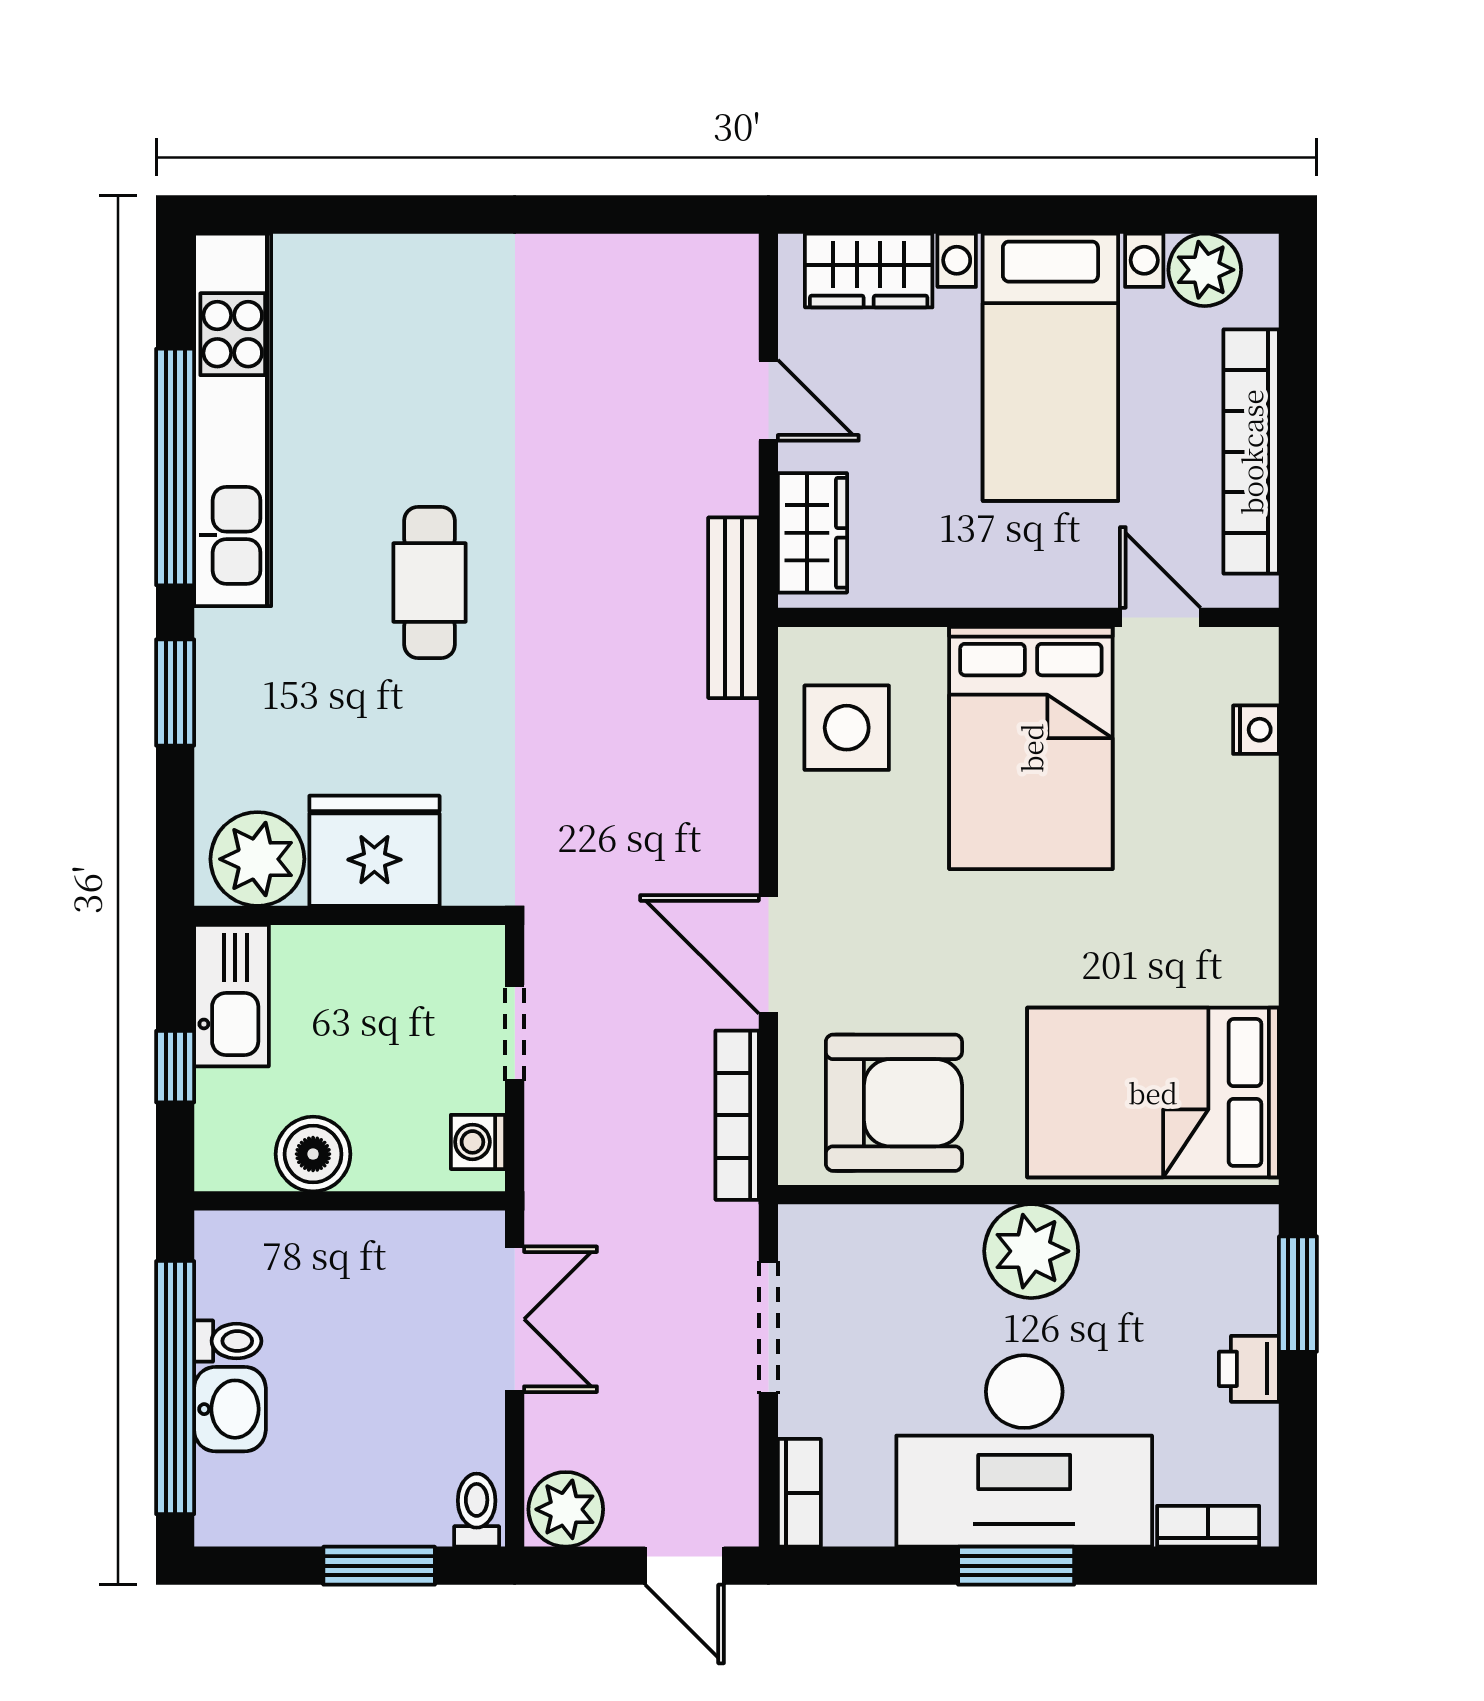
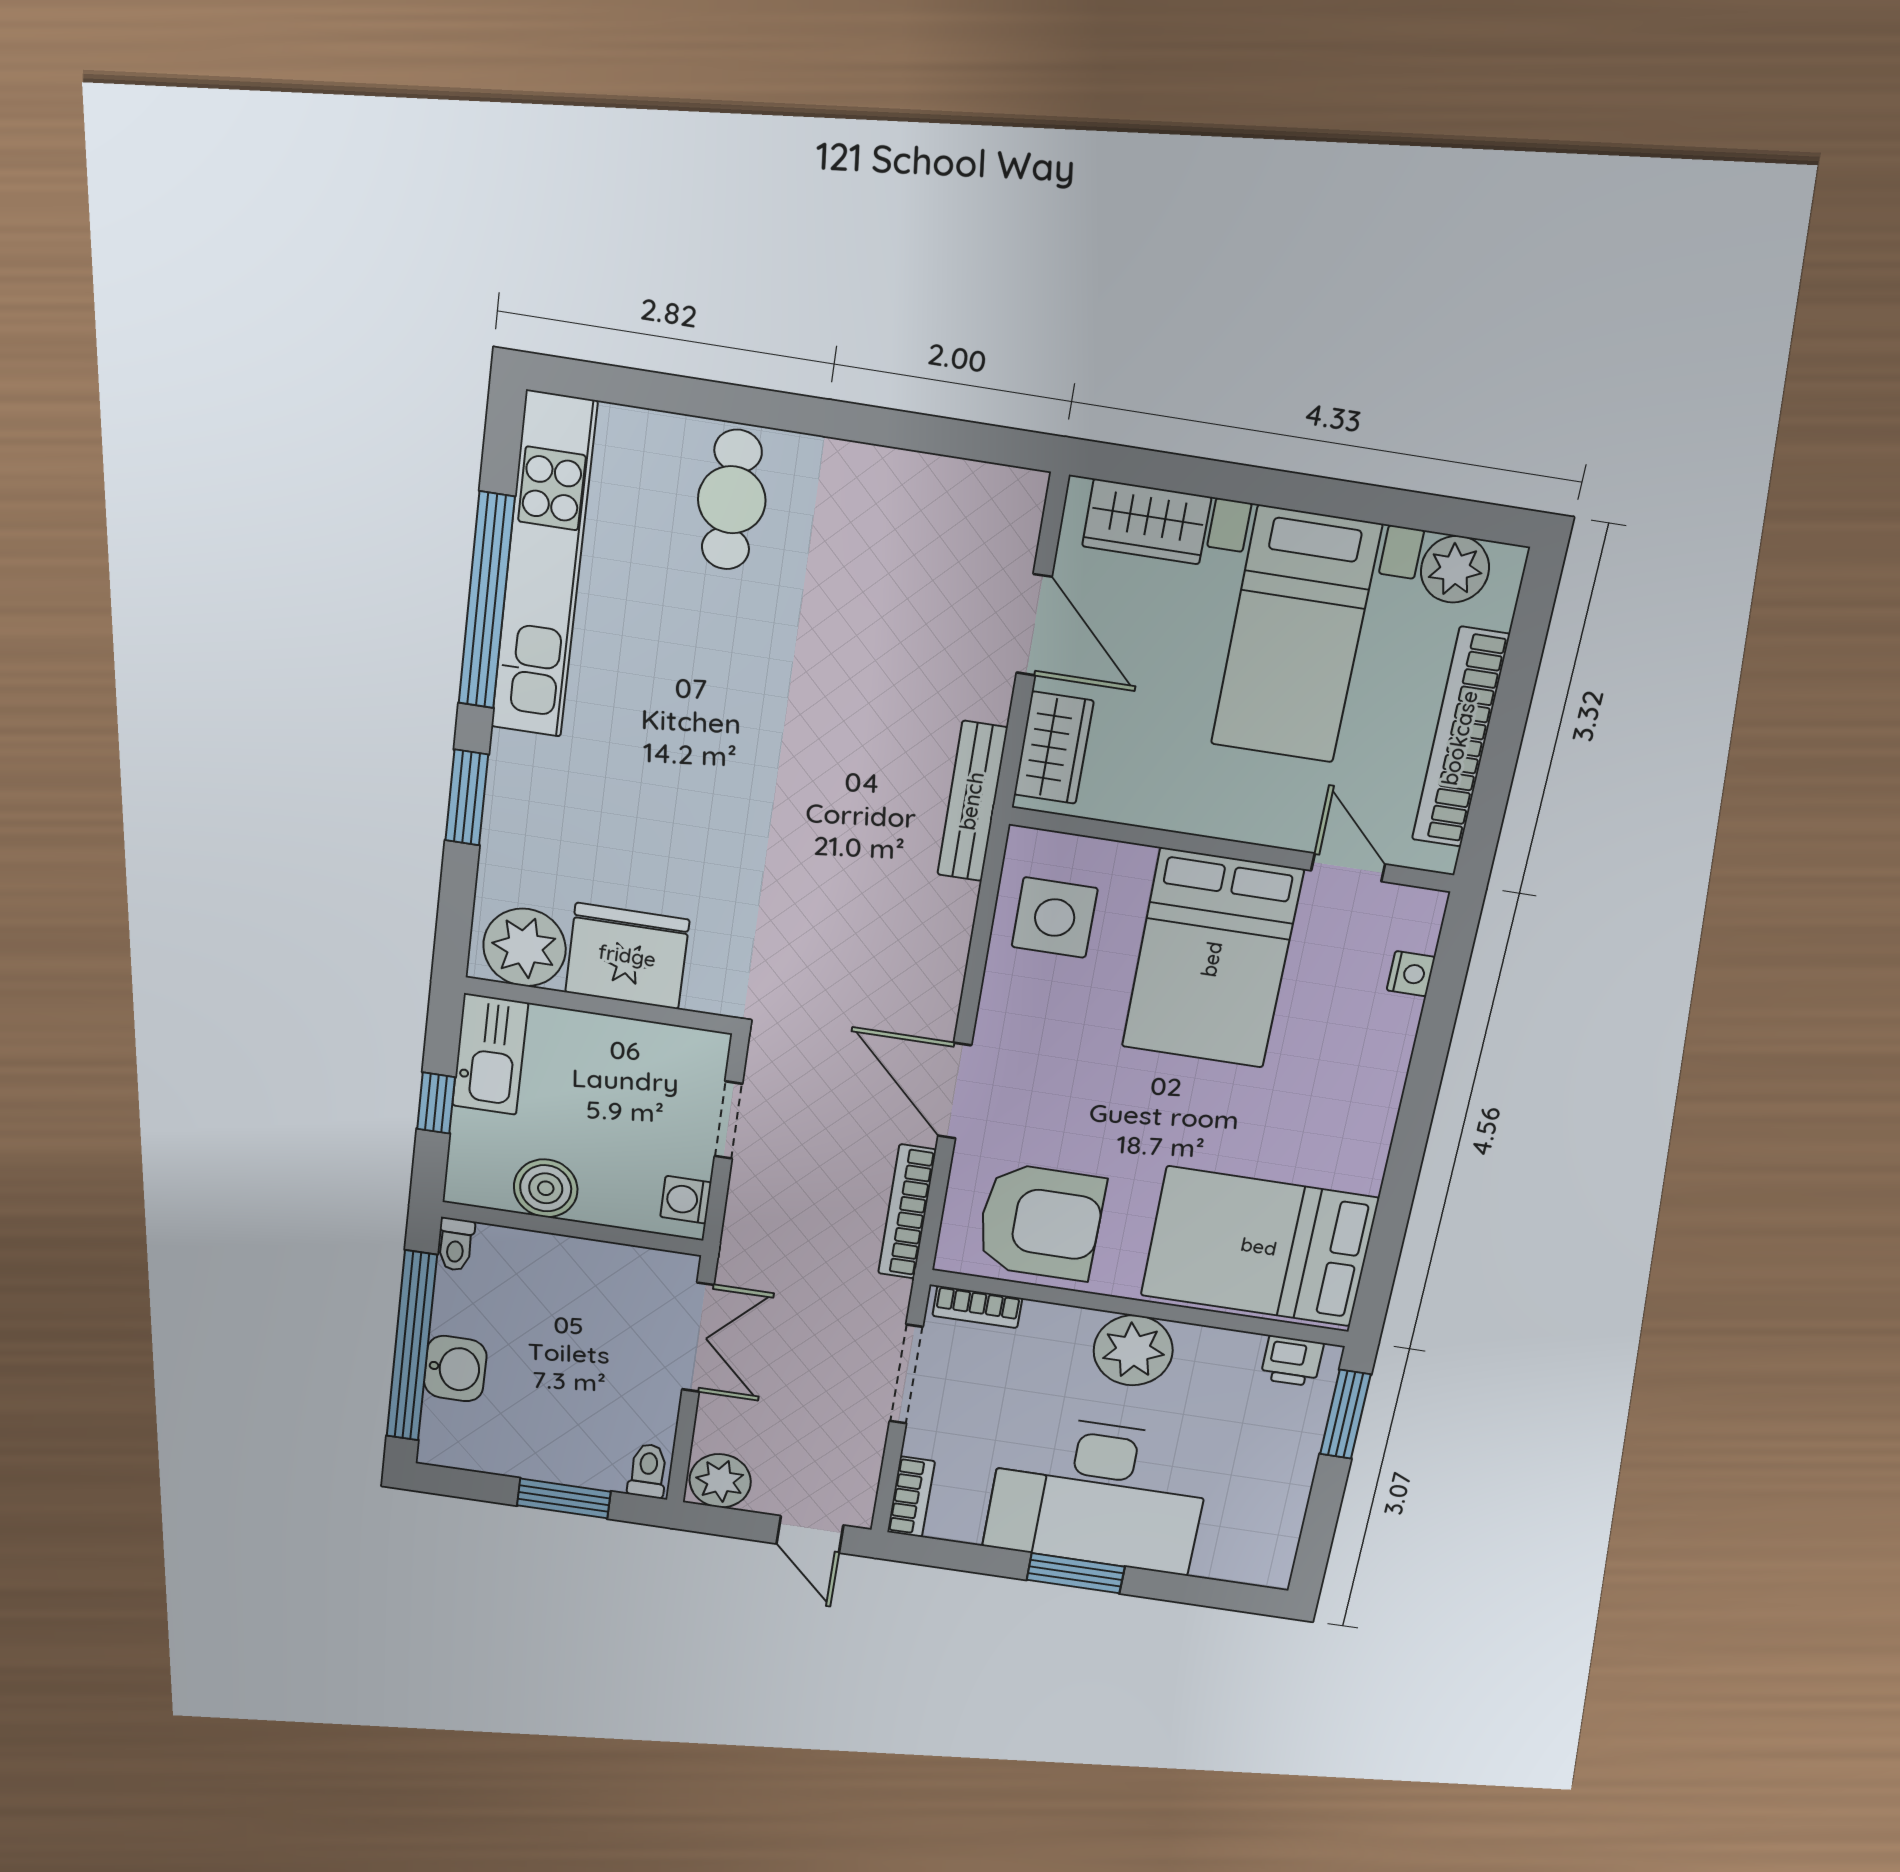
door: (768, 400) -> (1034, 625), width x1.38
cafe table: (430, 583) -> (732, 500), moved
toilet: (228, 1341) -> (456, 1244), moved, turned 90
printer: (1249, 1369) -> (1292, 1361), moved, turned -90
bookcase: (1208, 1526) -> (977, 1307), moved, turned 180

